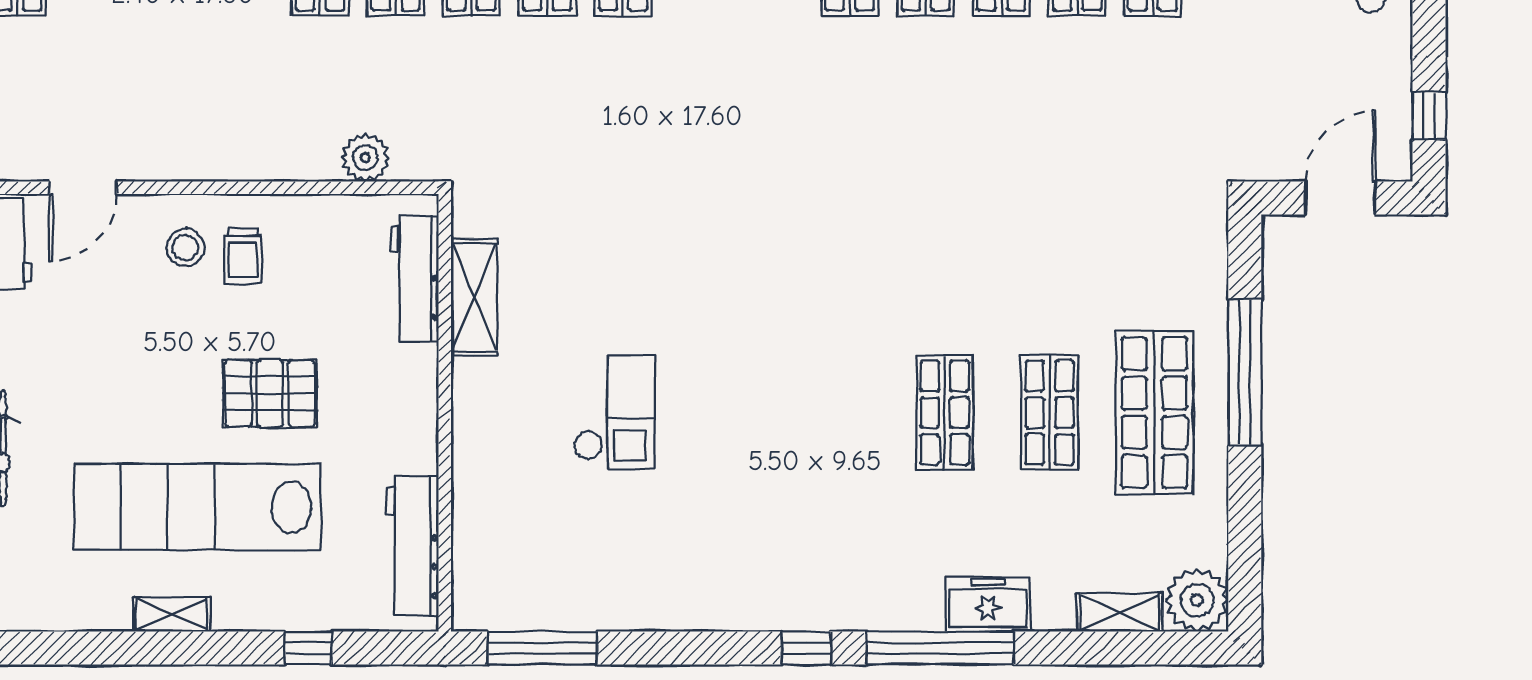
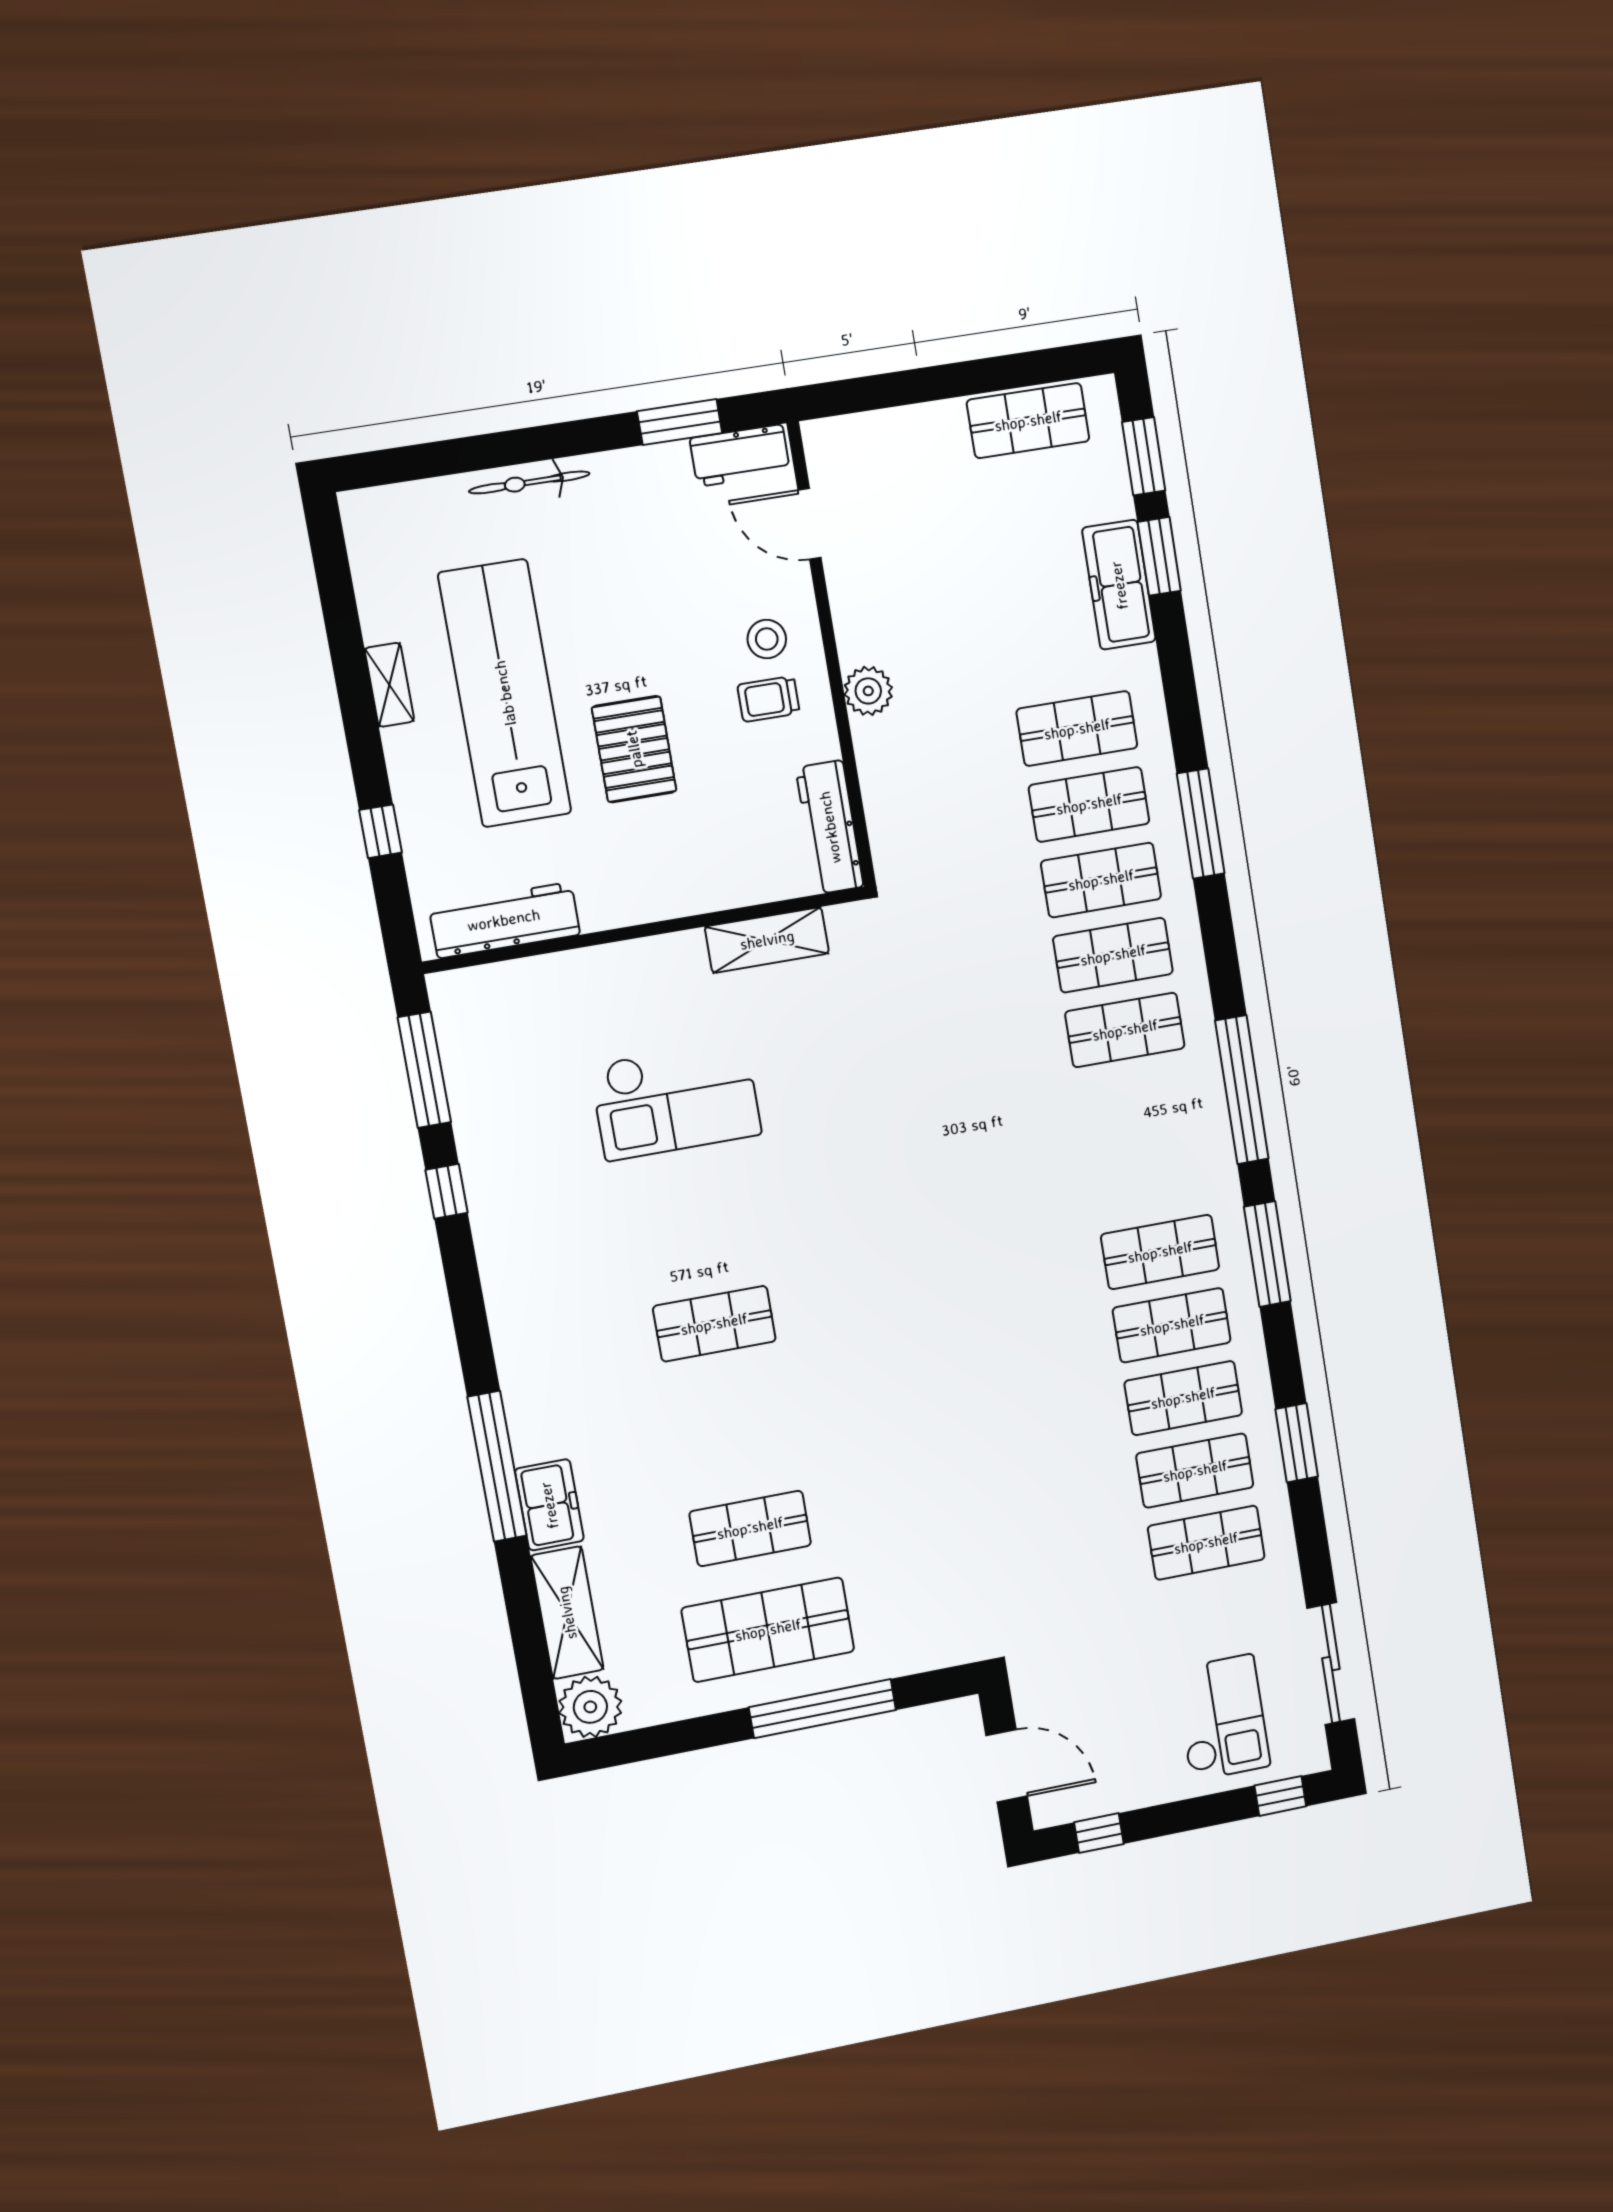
plant: (365, 158) -> (868, 691), moved
workbench: (415, 279) -> (830, 827), moved, turned -90
checkout: (614, 412) -> (676, 1100), width x1.36, depth x1.21
shop shelf: (945, 413) -> (714, 1324), moved
shelving: (1120, 612) -> (567, 1613), width x1.50, depth x1.33
window: (806, 648) -> (447, 1191), moved

